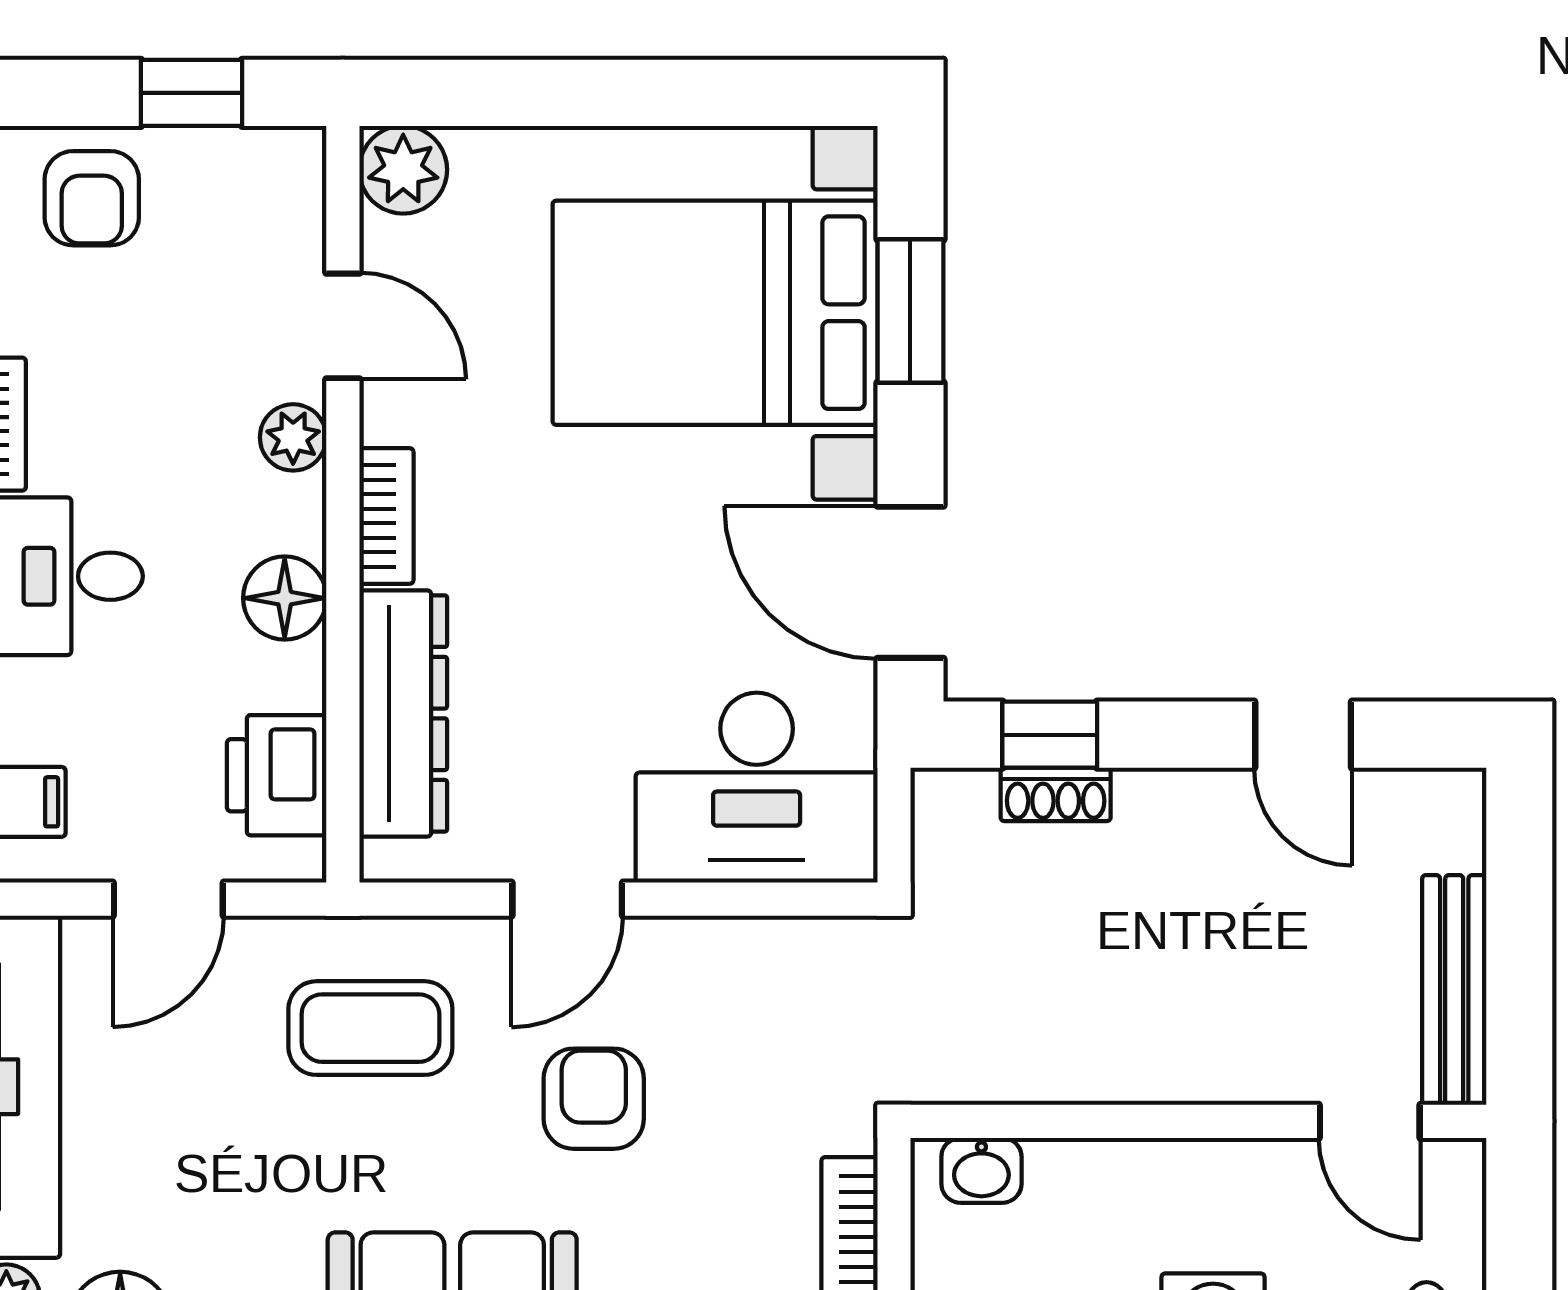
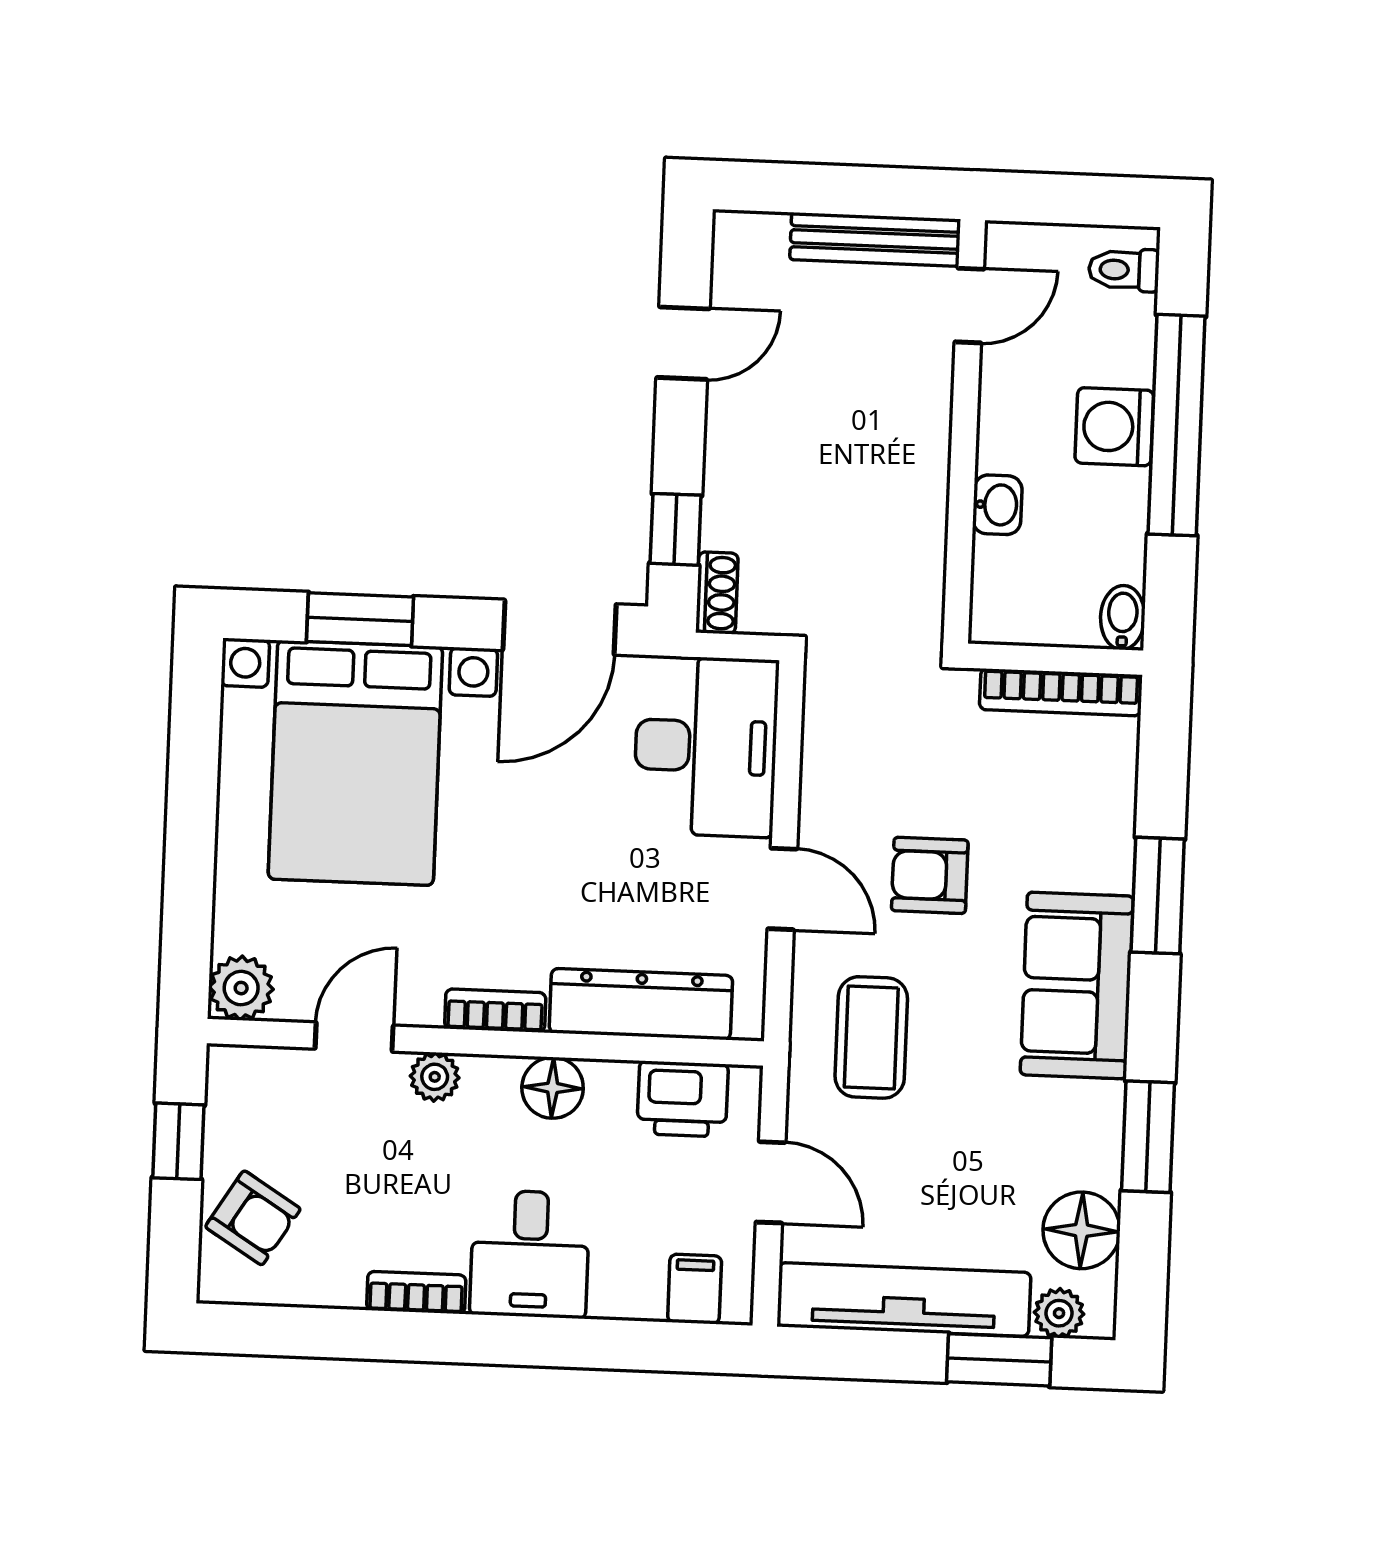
armchair: (92, 198) -> (253, 1218), turned 32
shoe rack: (1056, 794) -> (717, 593), moved
washbasin: (981, 1170) -> (997, 505), moved

